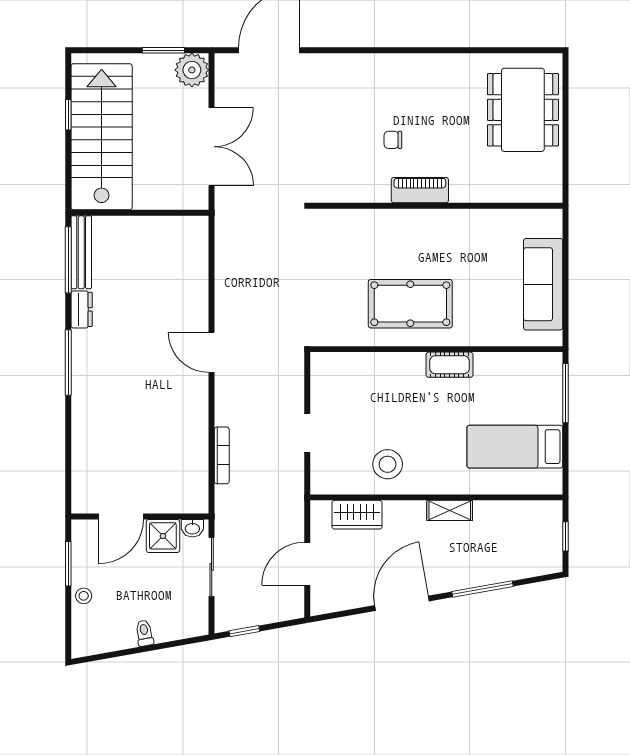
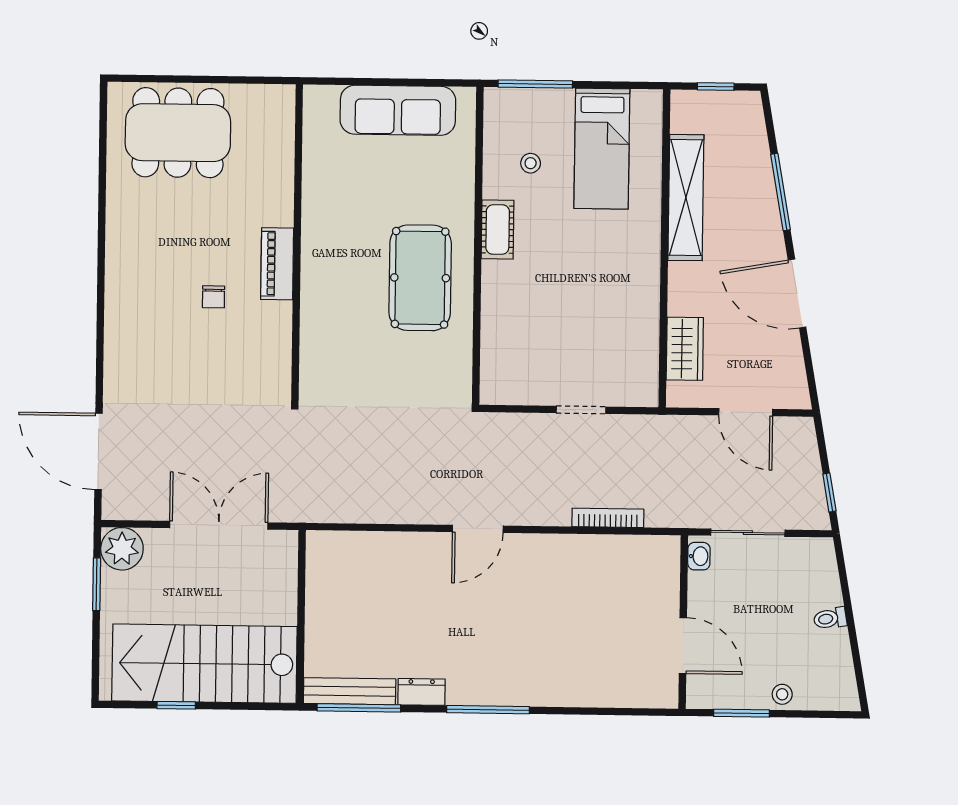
stool: (388, 464) -> (531, 163), moved, width x0.53, depth x0.53
shelving: (450, 510) -> (686, 198), width x2.20, depth x1.33
shower: (163, 536) -> (708, 593), removed

